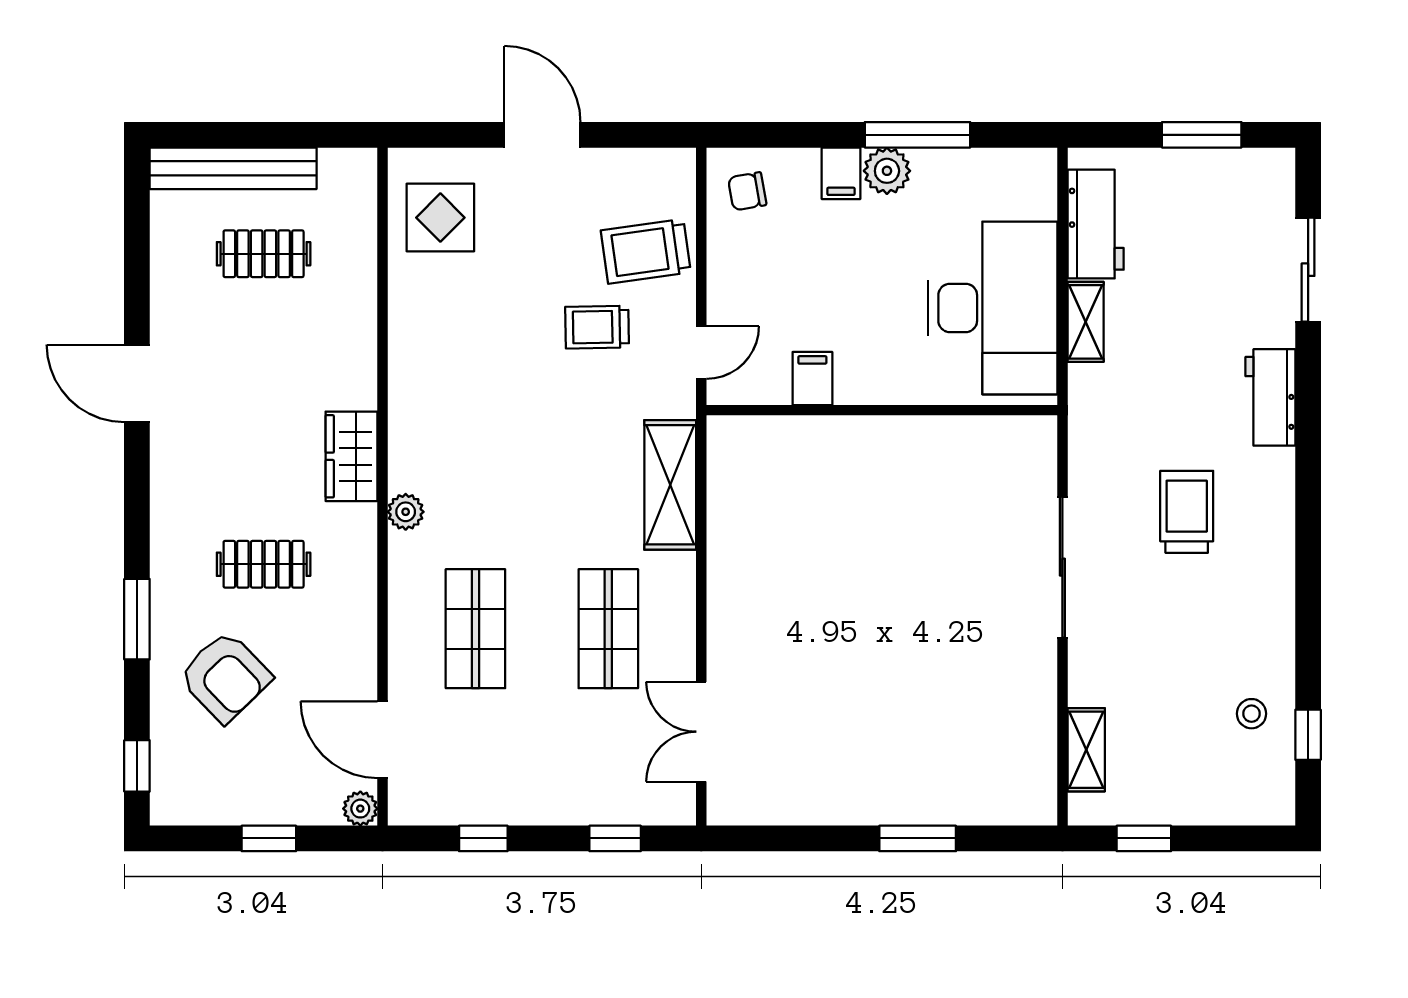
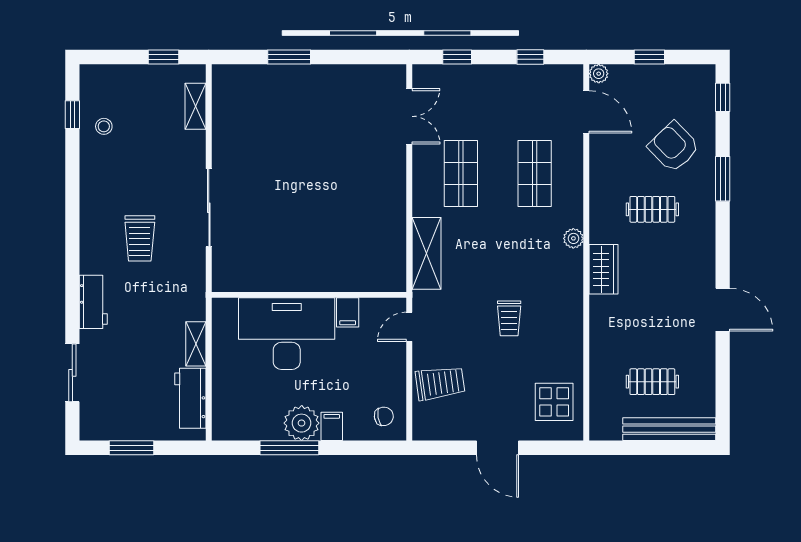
plant: (887, 171) -> (302, 423), width x1.36, depth x1.36
desk: (993, 308) -> (287, 334), moved, turned 90
trolley: (597, 327) -> (509, 318), moved, turned 91

